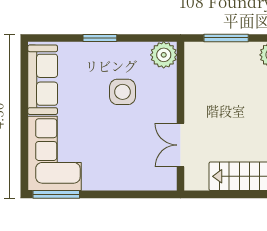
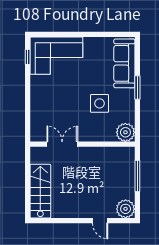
sofa: (43, 80) -> (124, 63), moved, turned 90
window: (56, 194) -> (28, 57), width x0.46

